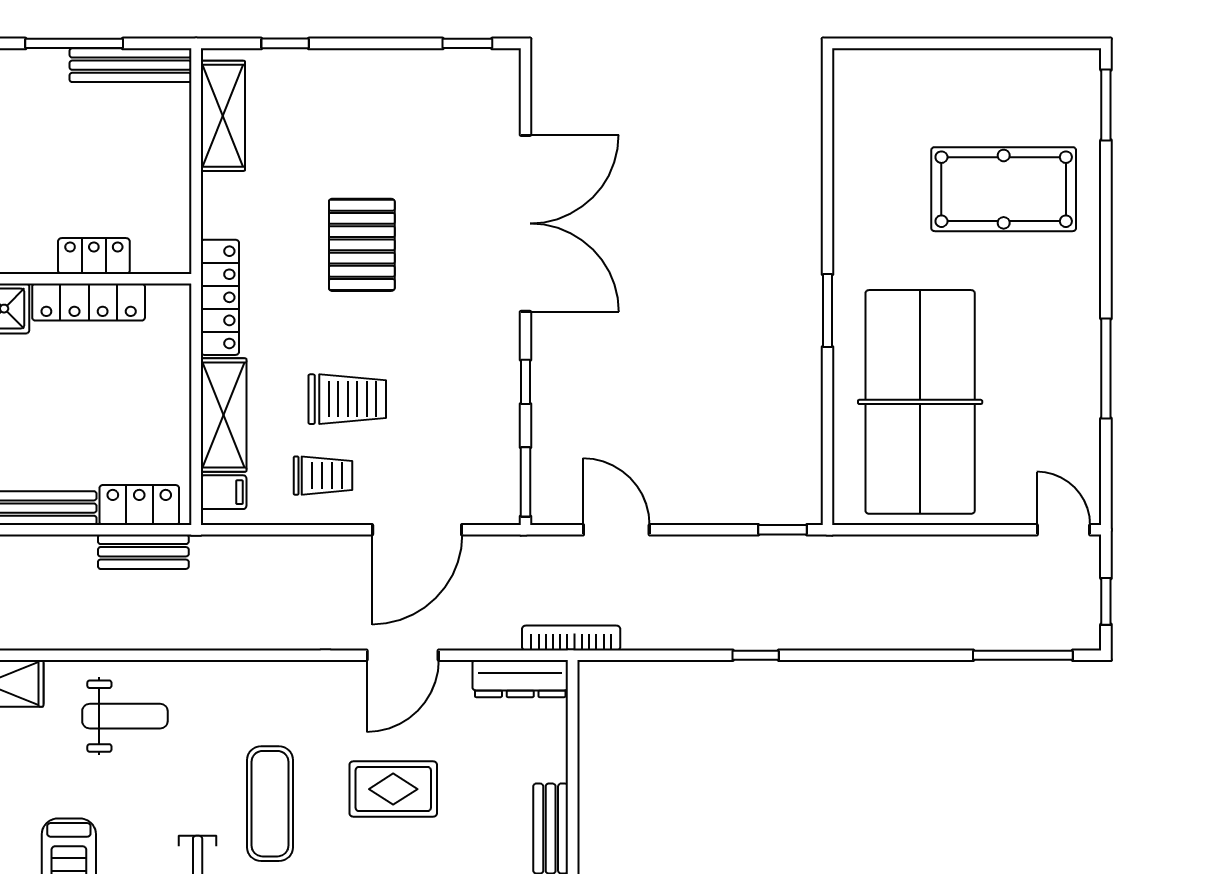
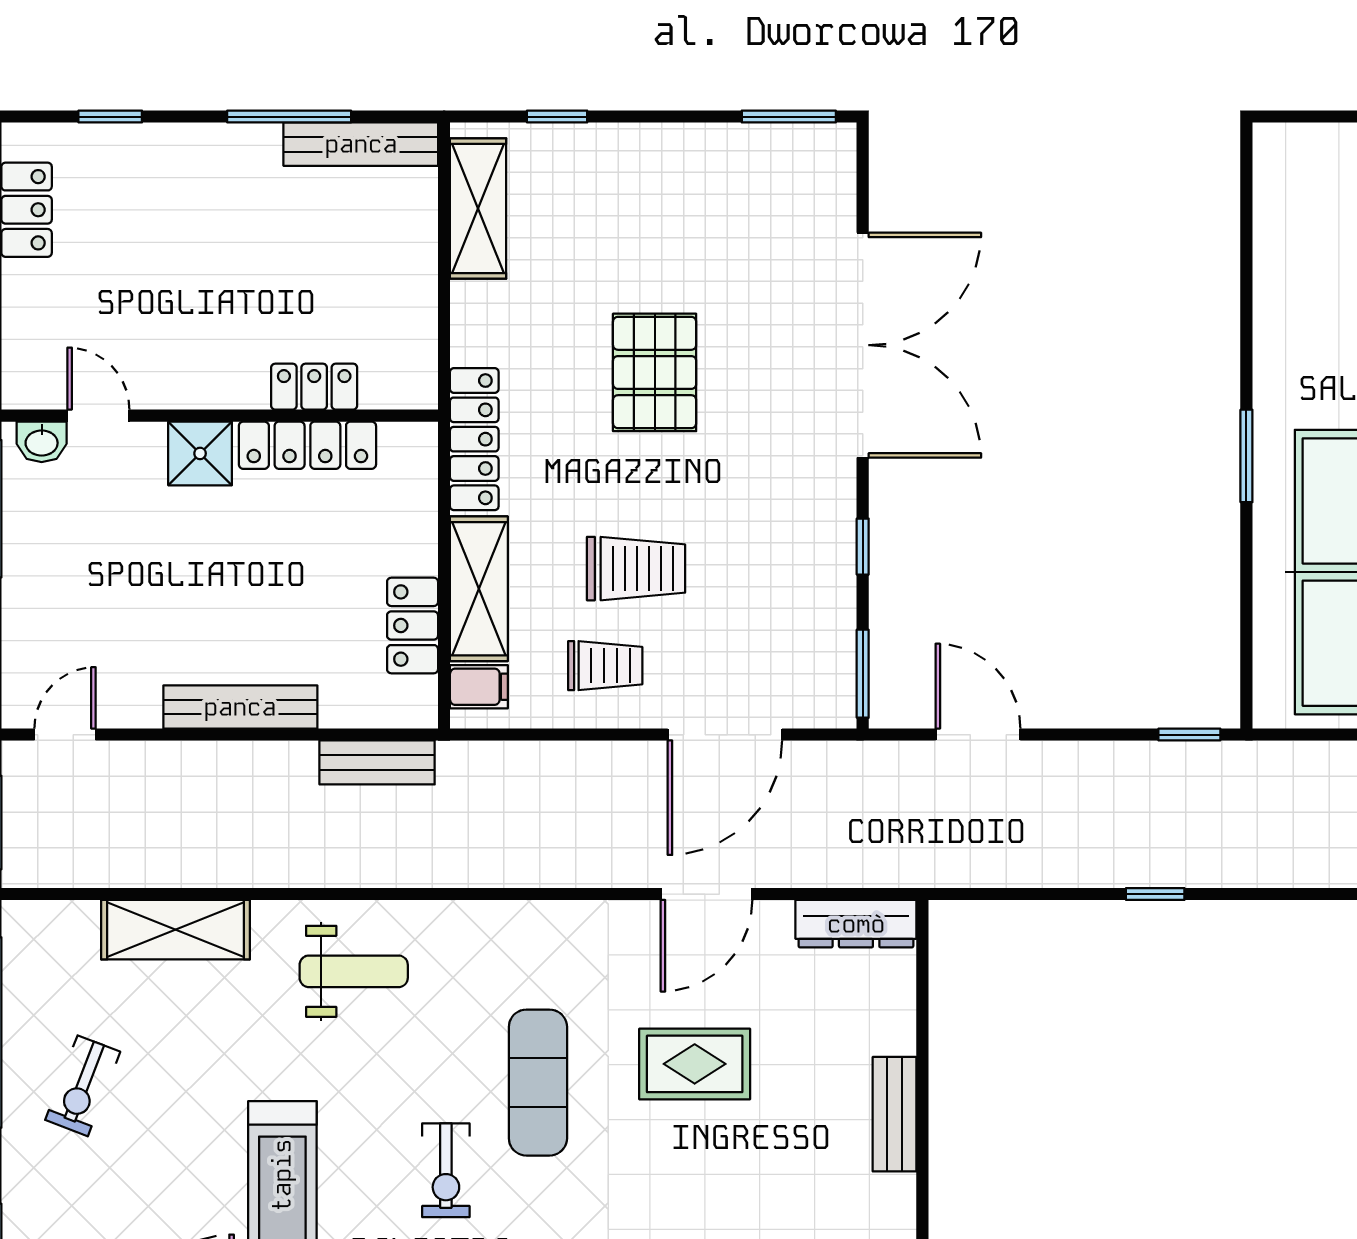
window: (467, 43) -> (789, 117), width x1.50
locker: (139, 505) -> (413, 626), moved, turned -90
bookcase: (571, 638) -> (921, 872), removed

